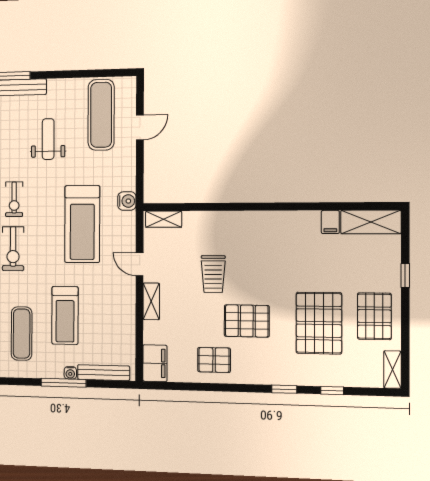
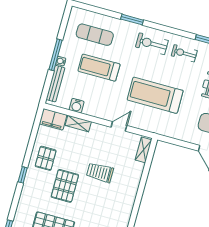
water cooler: (127, 201) -> (77, 106), moved
shelving: (151, 301) -> (78, 124), moved
window: (284, 389) -> (23, 175), moved

